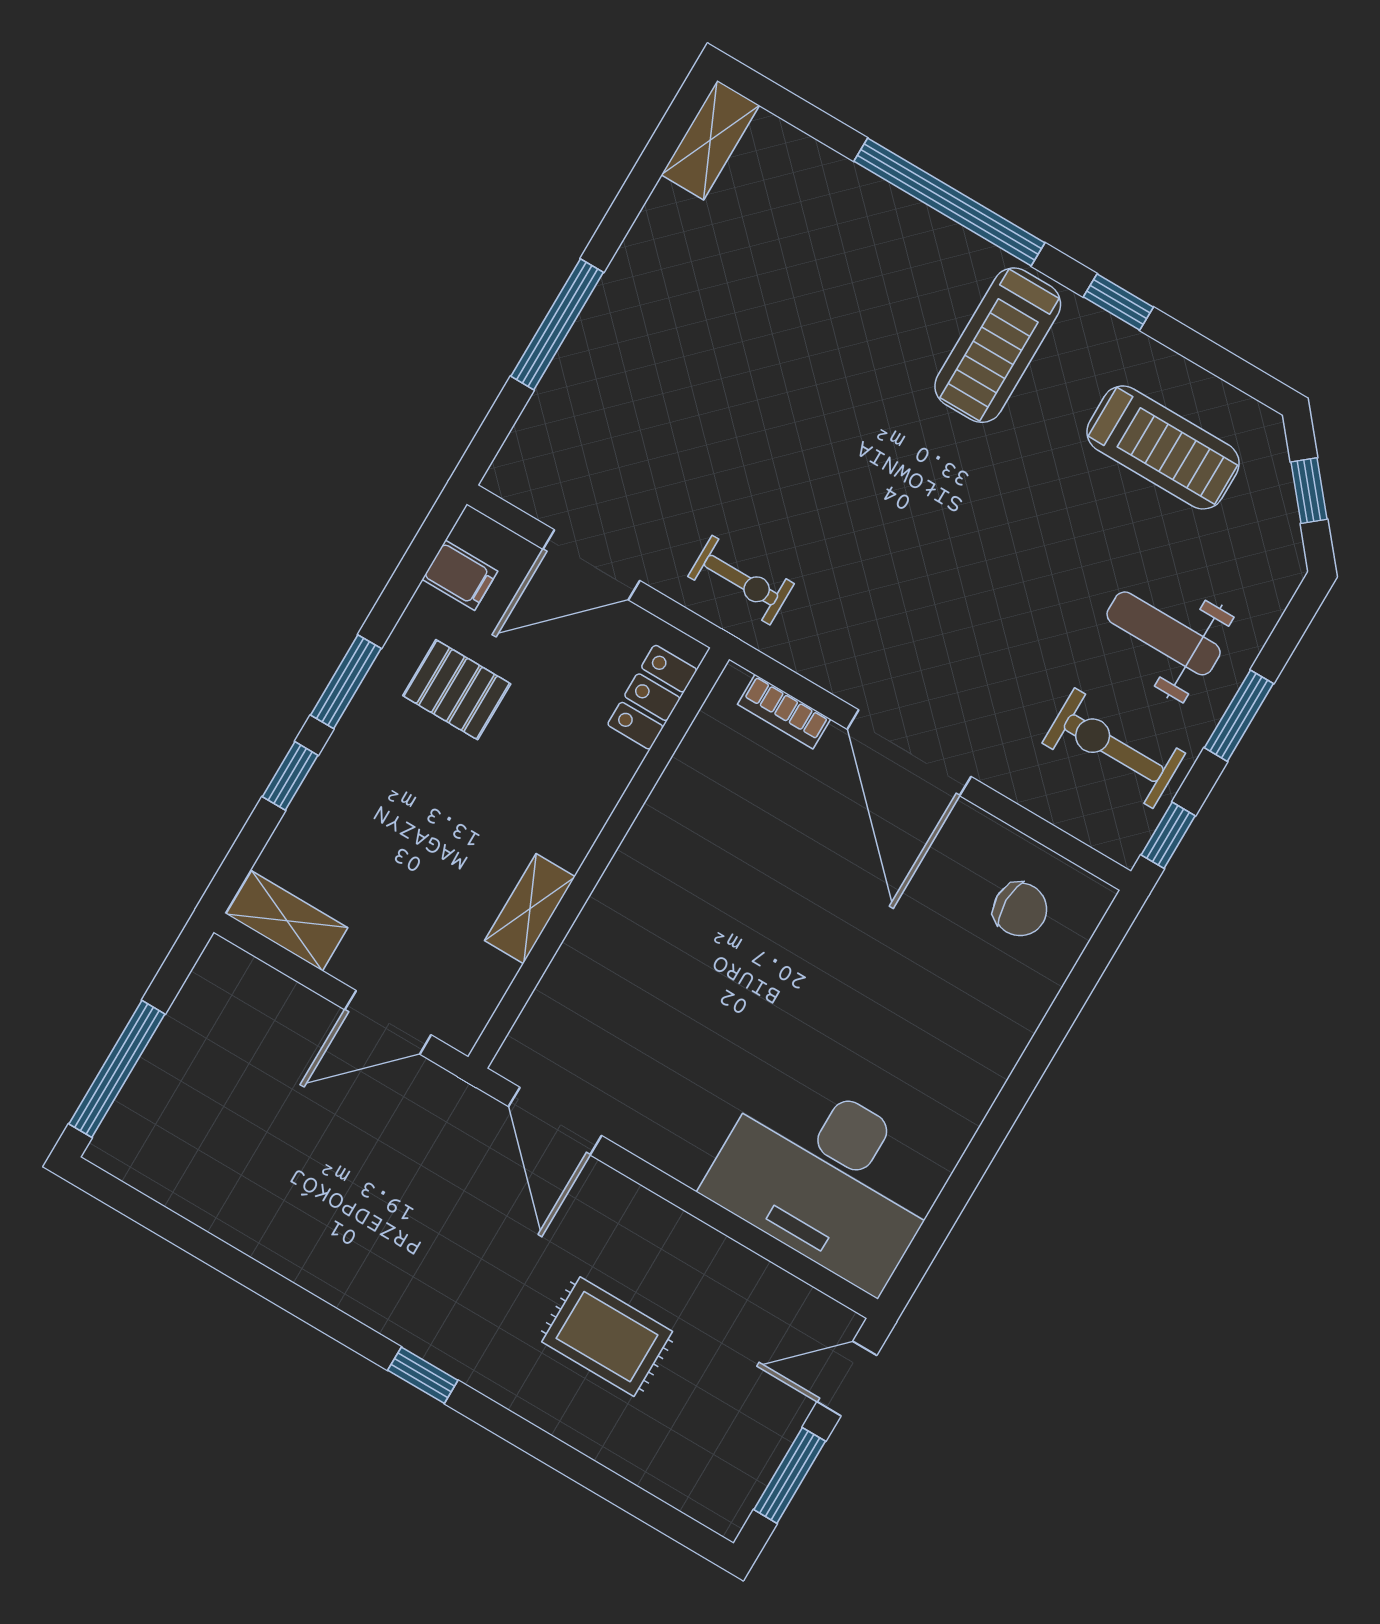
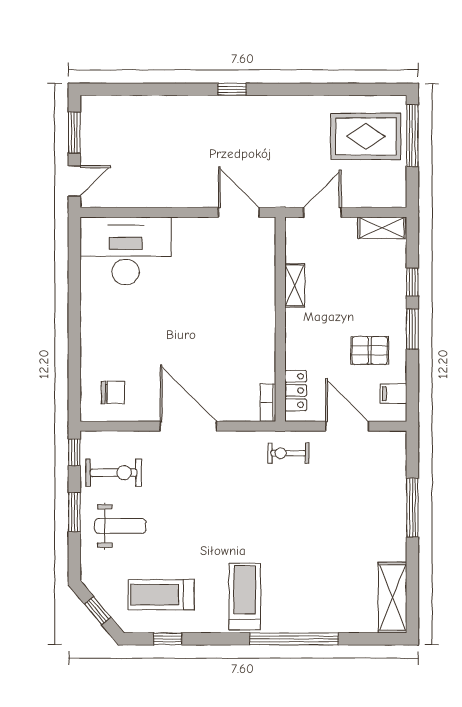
shelving: (710, 140) -> (392, 598), width x1.50, depth x1.33
window: (1118, 302) -> (168, 639), moved
door: (591, 565) -> (347, 426), hinge flipped
bookcase: (784, 712) -> (268, 403), moved, turned -90
chair: (1020, 909) -> (113, 392), turned 180
rug: (607, 1337) -> (366, 136), moved, width x1.36, depth x1.43

